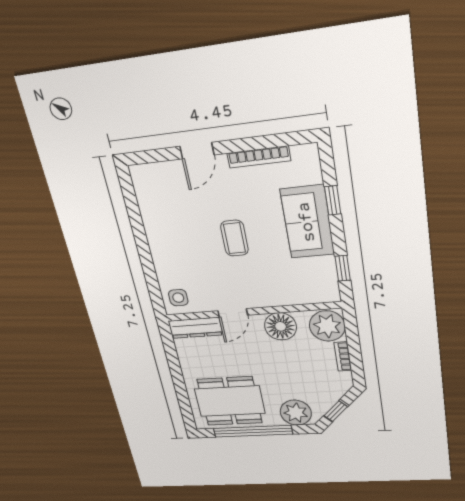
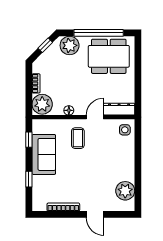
door: (197, 151) -> (95, 214), swing flipped
plant: (153, 199) -> (125, 191), added
sofa: (307, 222) -> (44, 154), moved
coffee table: (234, 238) -> (78, 138), moved
floor lamp: (281, 326) -> (69, 110), width x0.53, depth x0.53

